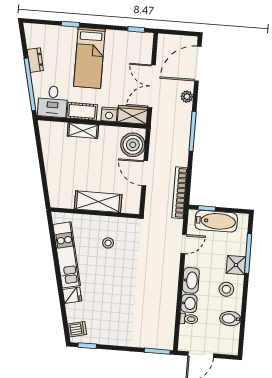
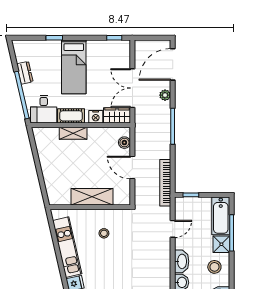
boiler: (133, 145) -> (124, 143), width x0.54, depth x0.54
bathtub: (216, 221) -> (221, 216), moved, turned 90

